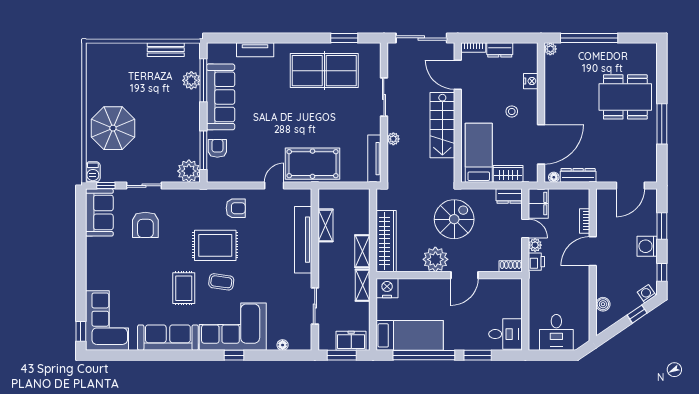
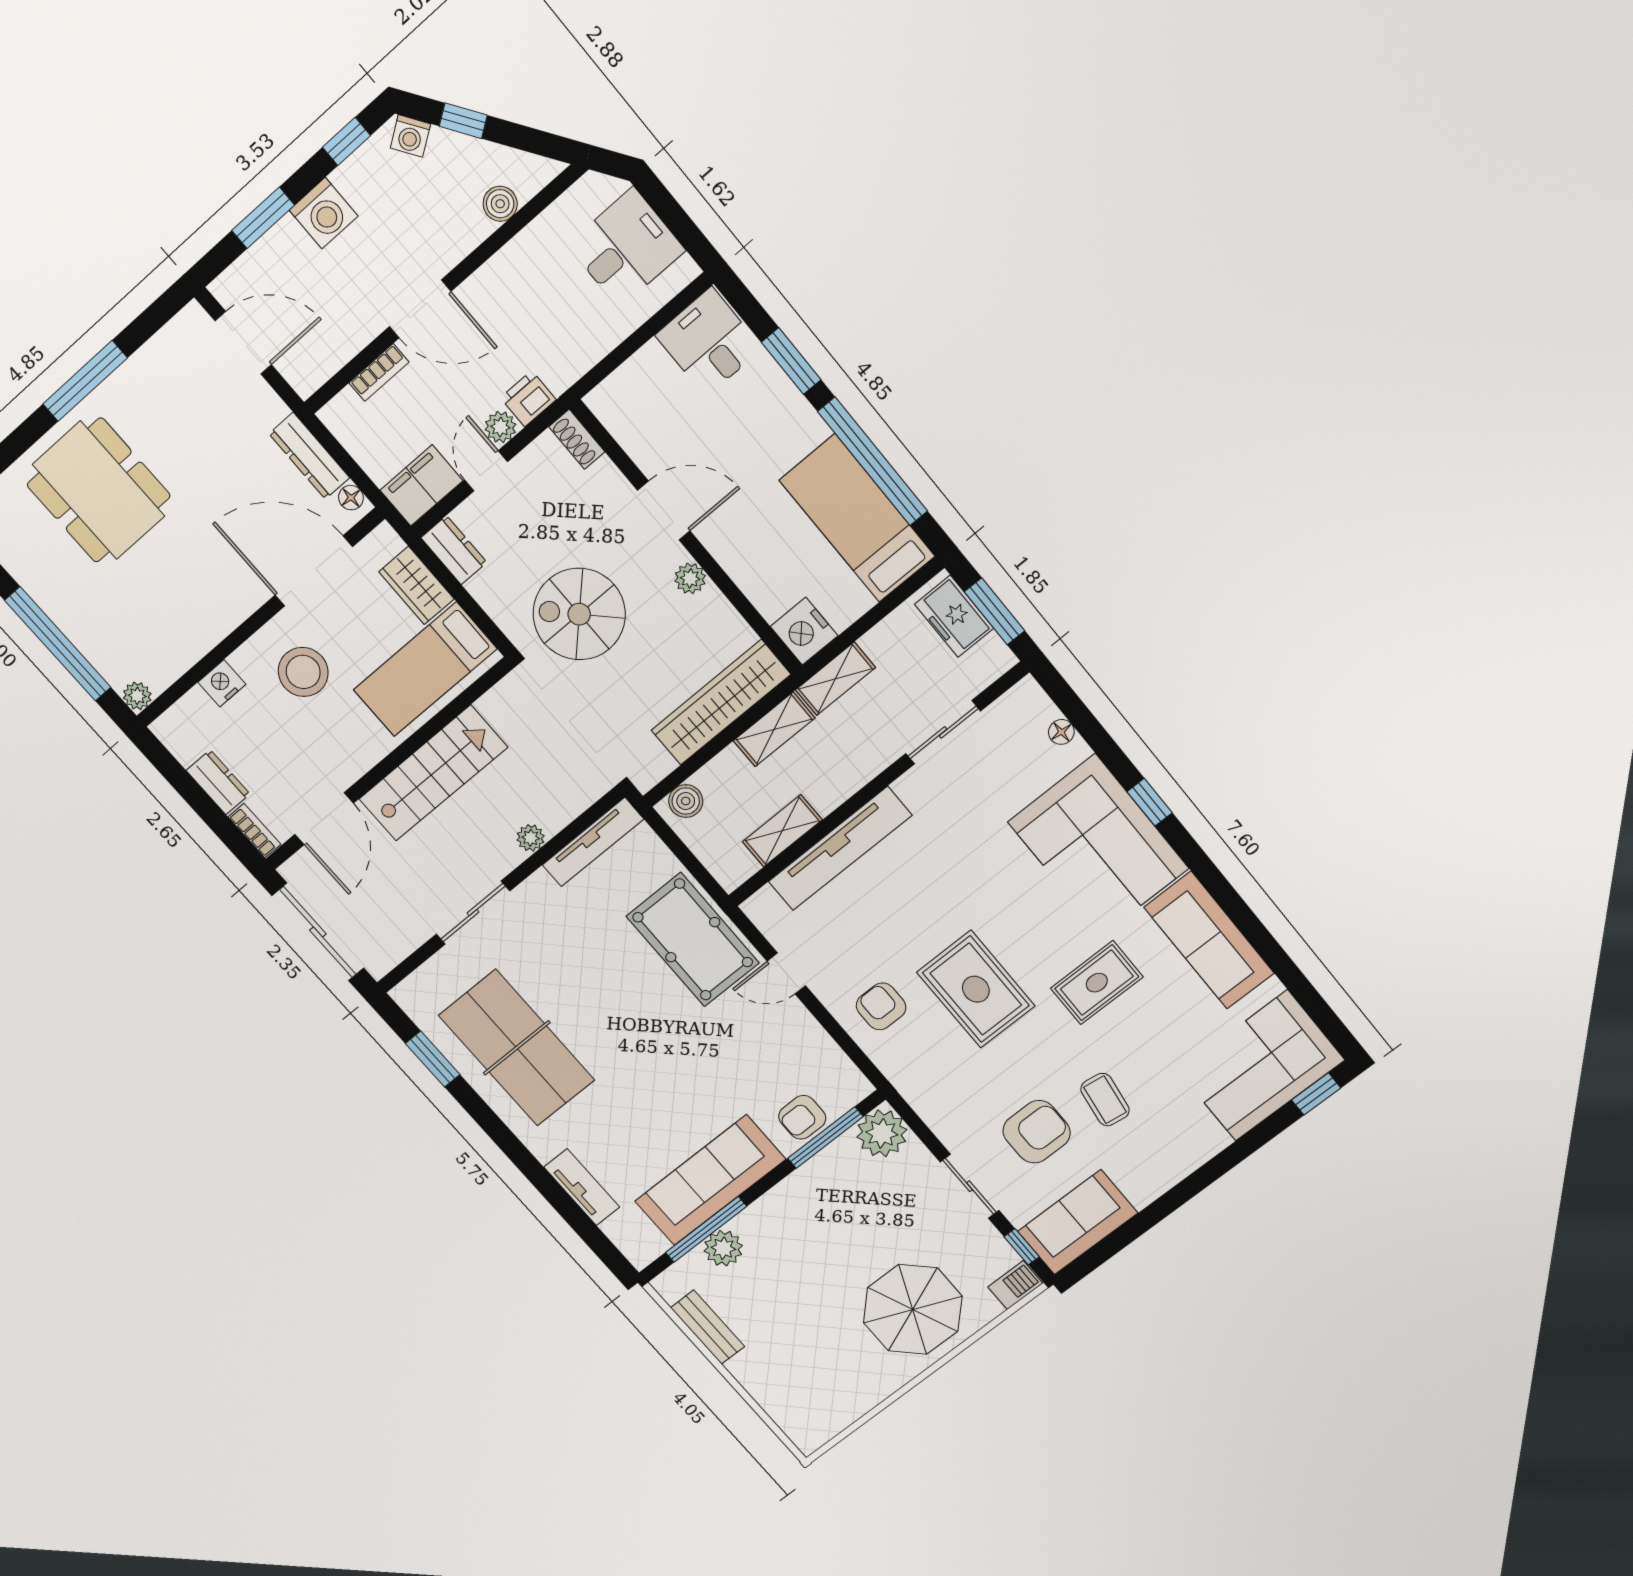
stool: (512, 111) -> (303, 672), width x1.89, depth x1.89
boiler: (363, 202) -> (686, 801), added
plant: (435, 259) -> (690, 578), width x0.53, depth x0.53
coffee table: (221, 282) -> (1105, 1100), moved

